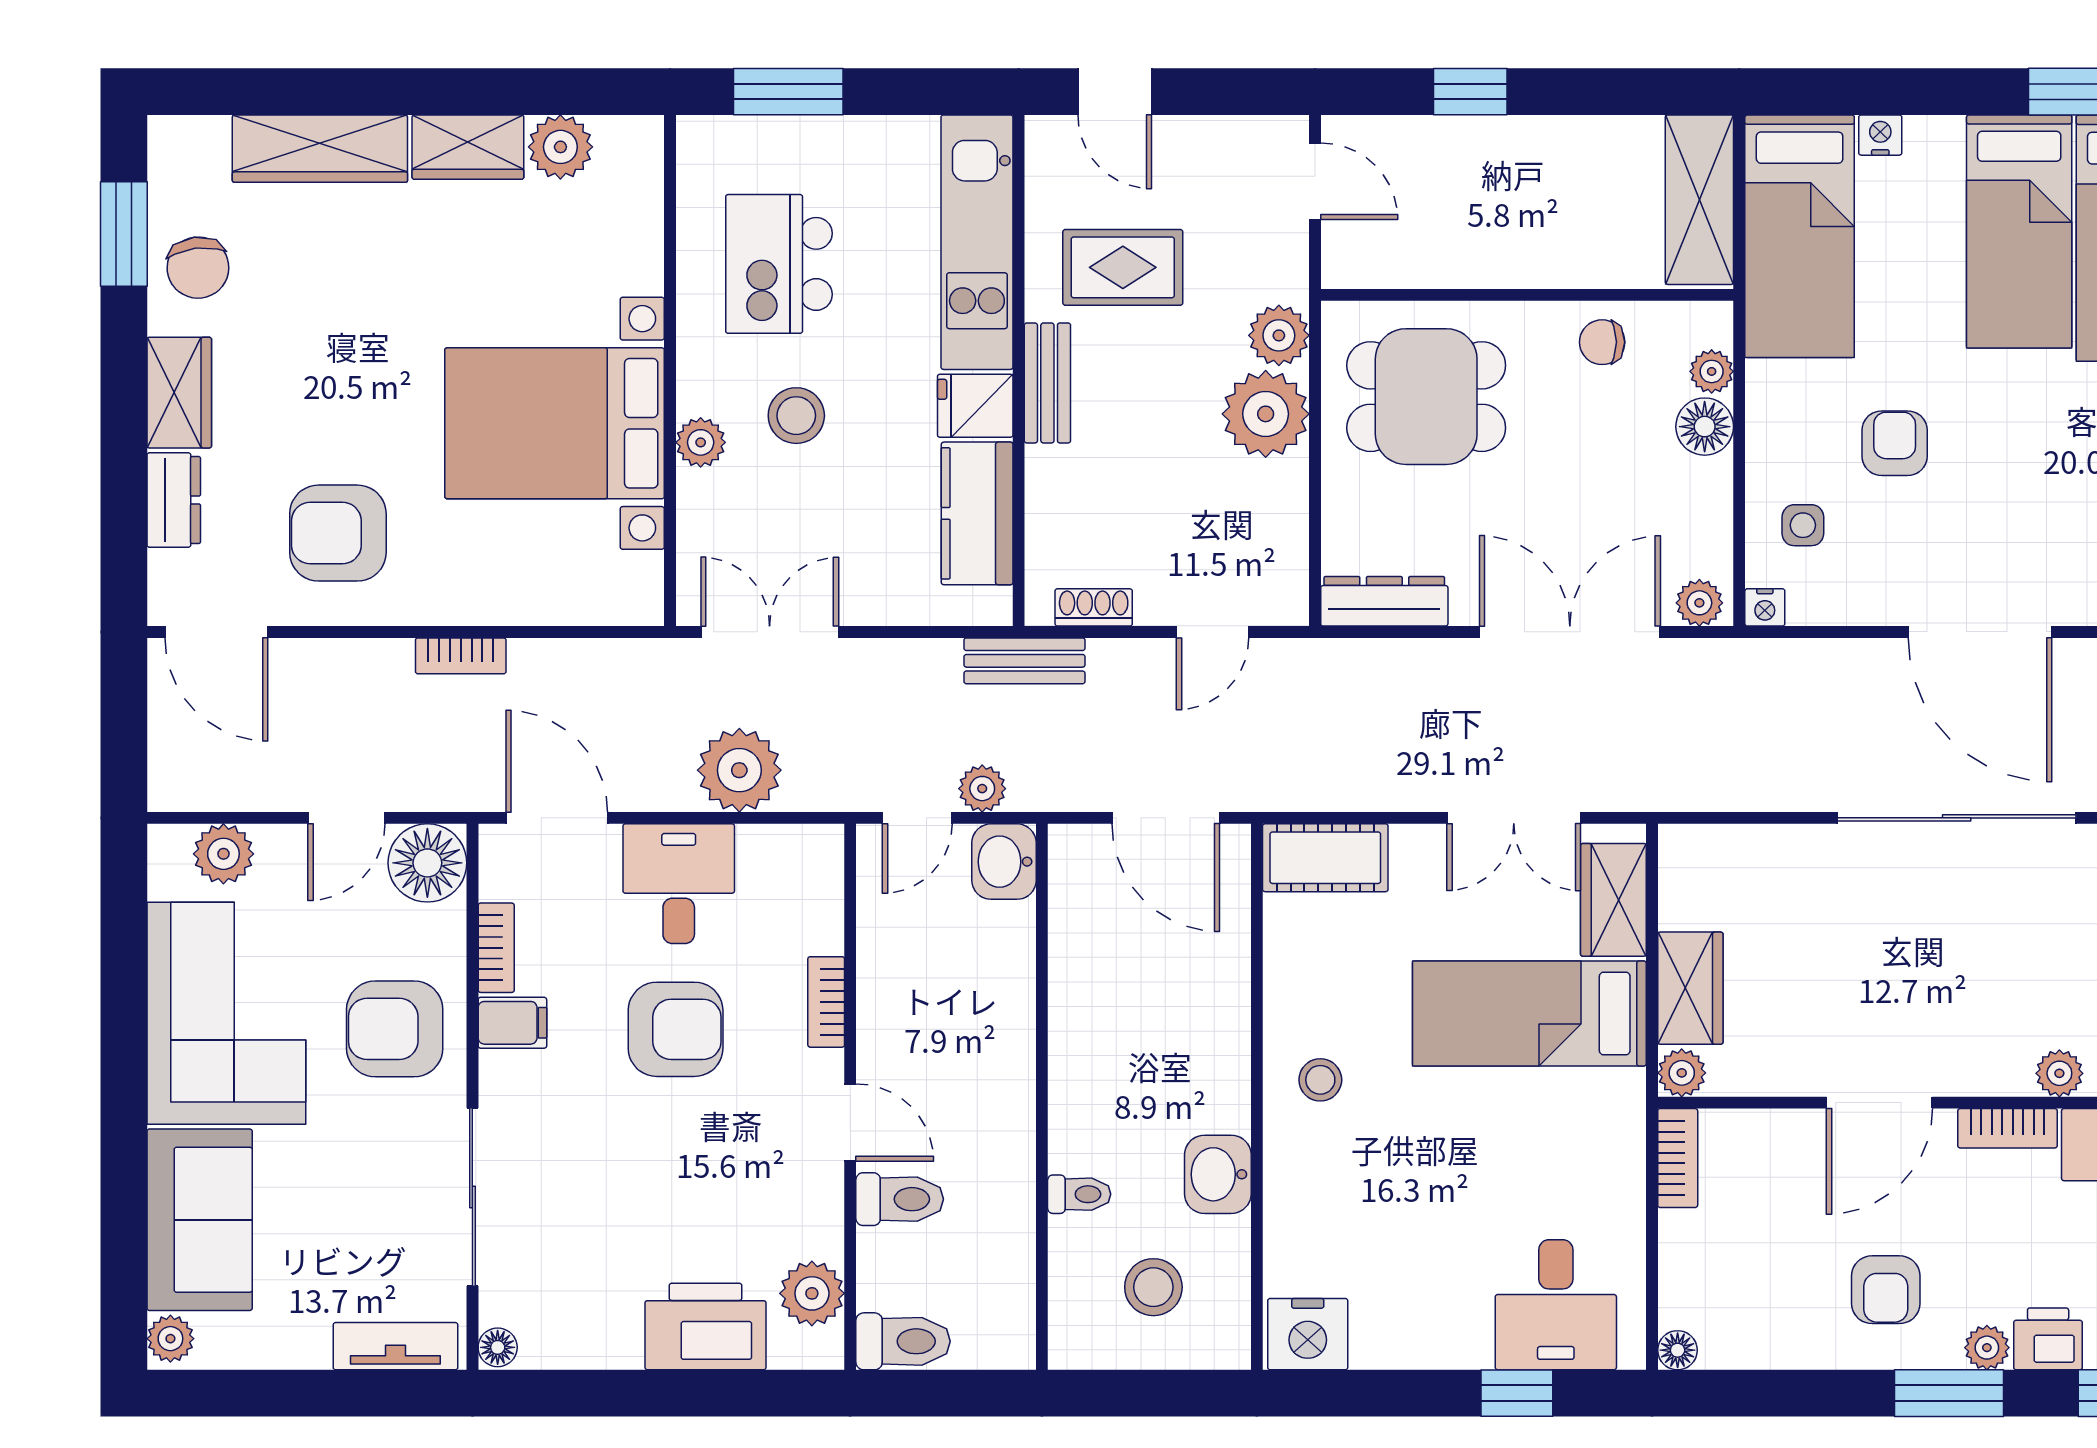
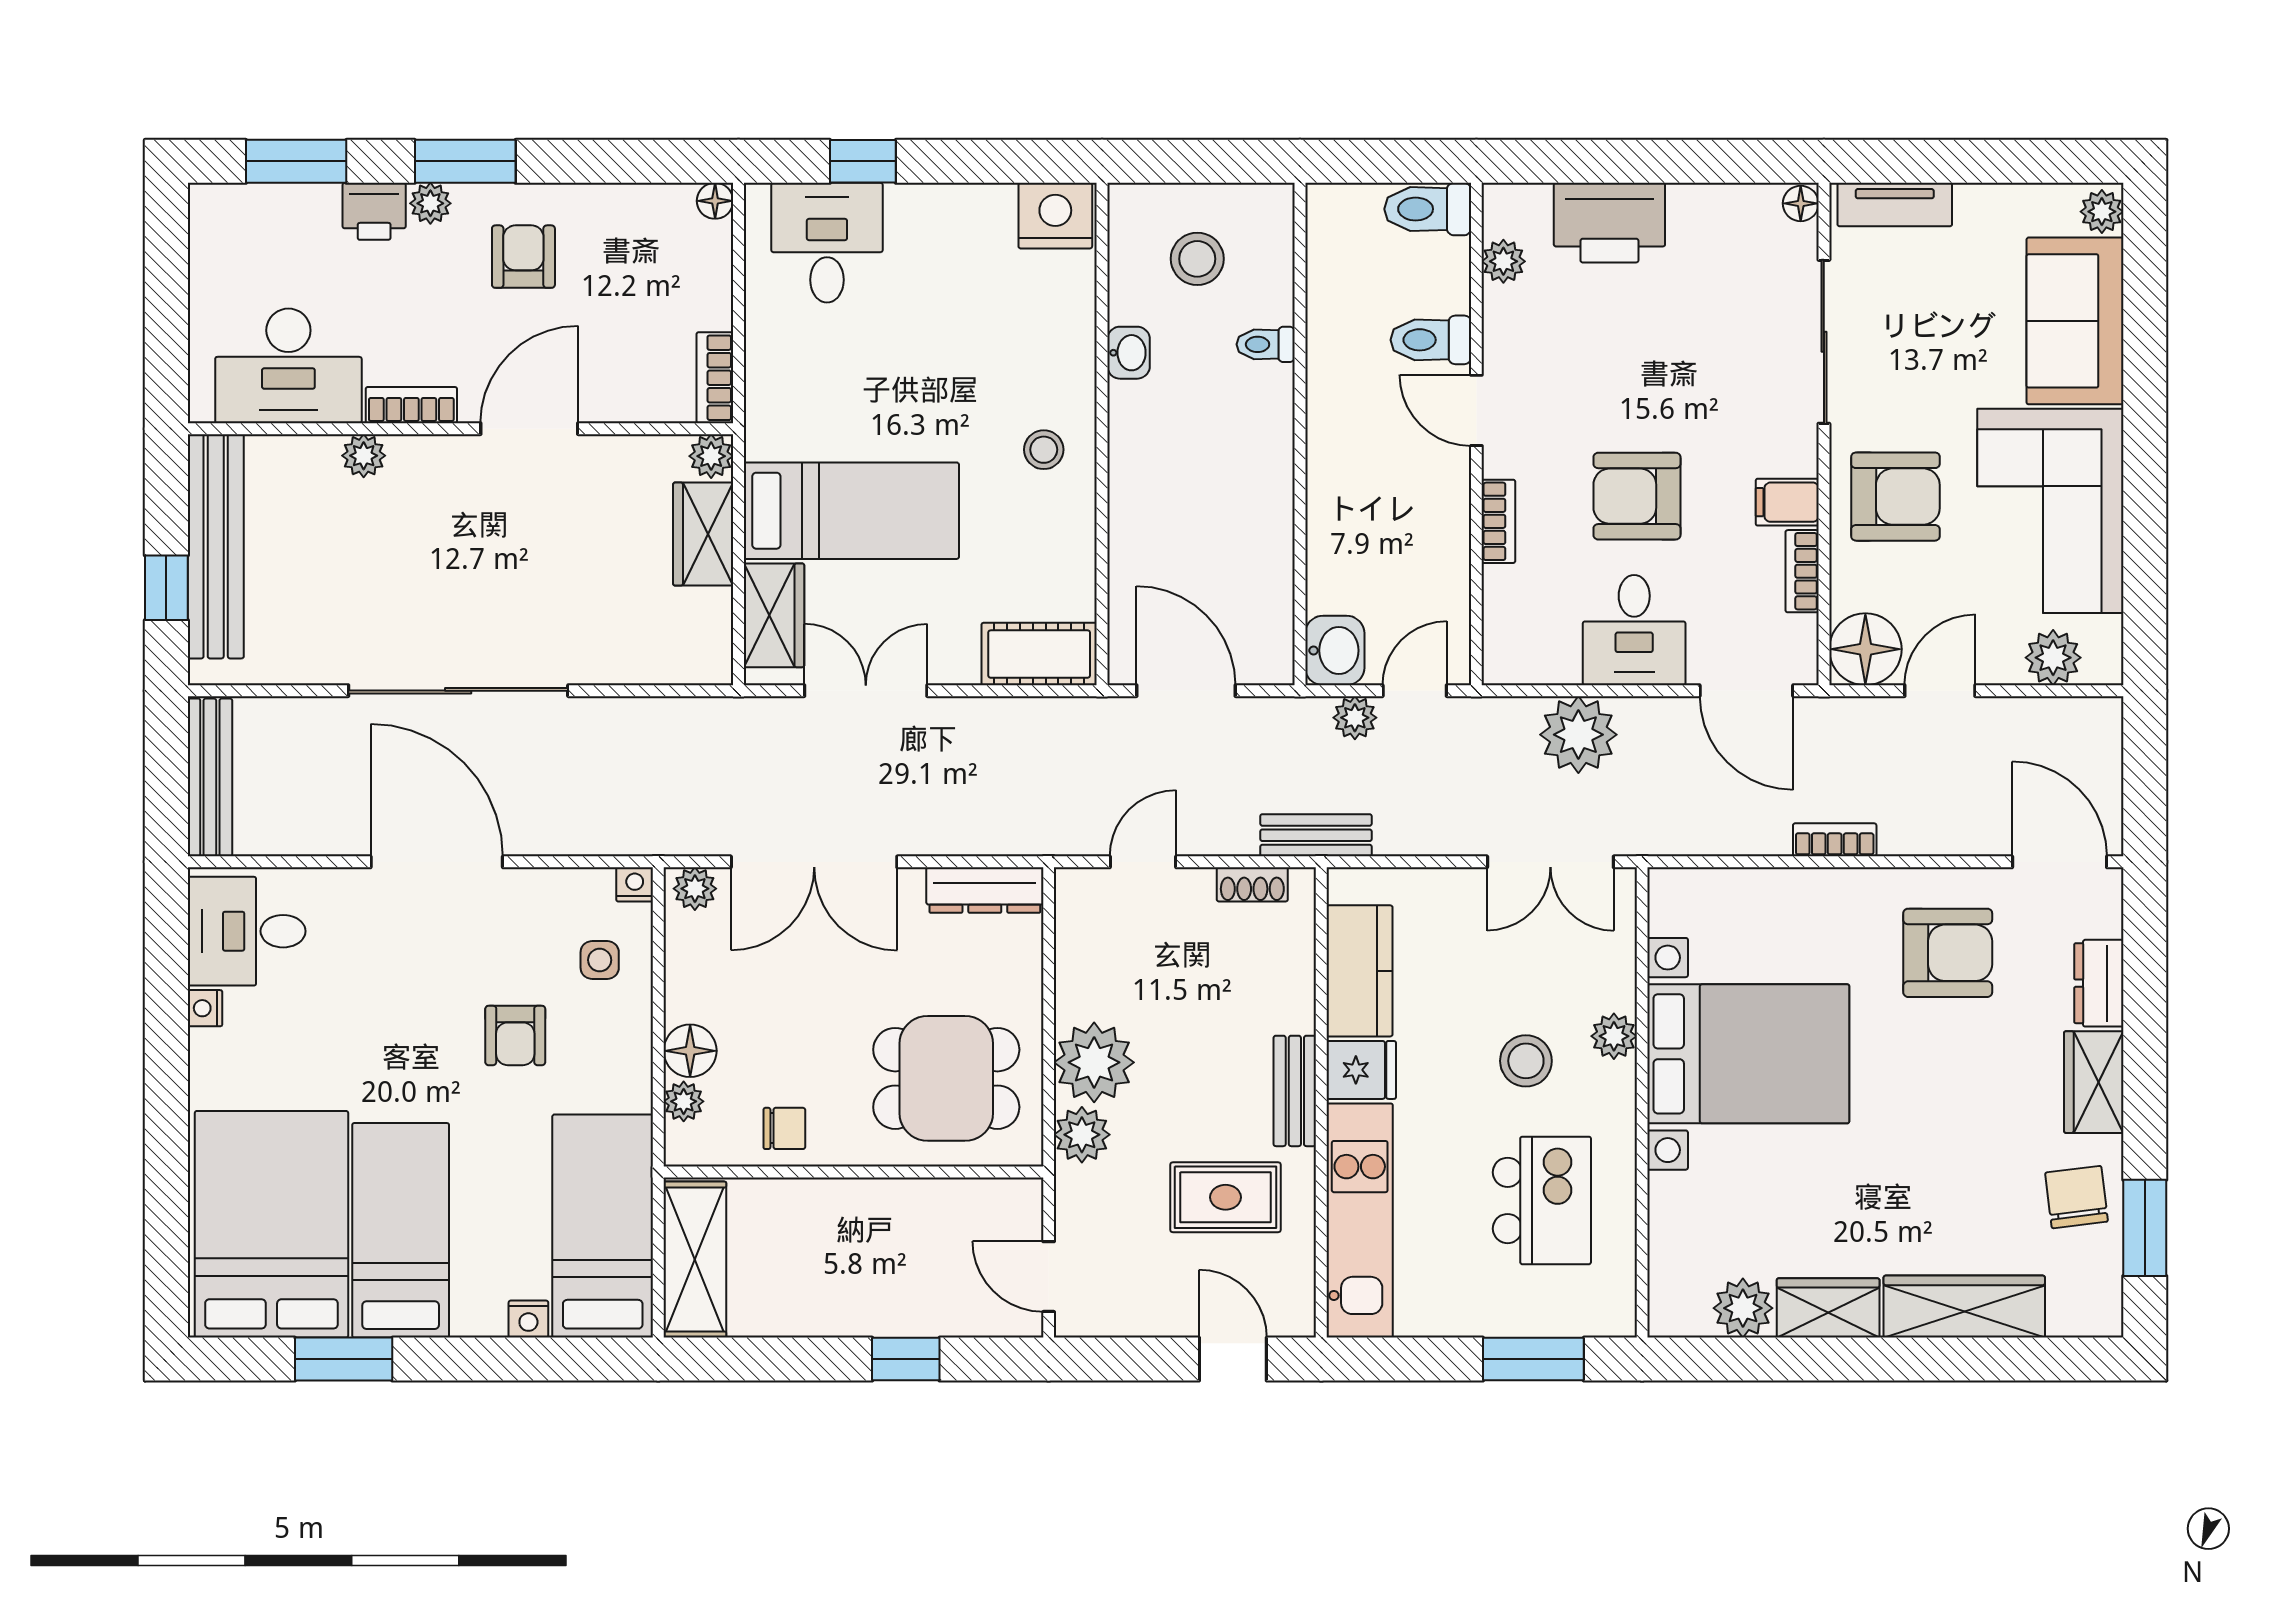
washbasin: (1218, 1174) -> (1129, 353), width x0.72, depth x0.69
plant: (812, 1293) -> (1503, 261), width x0.73, depth x0.73

